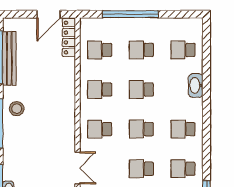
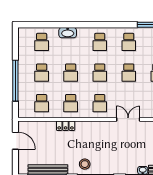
locker: (69, 38) -> (66, 126), moved, width x0.66

